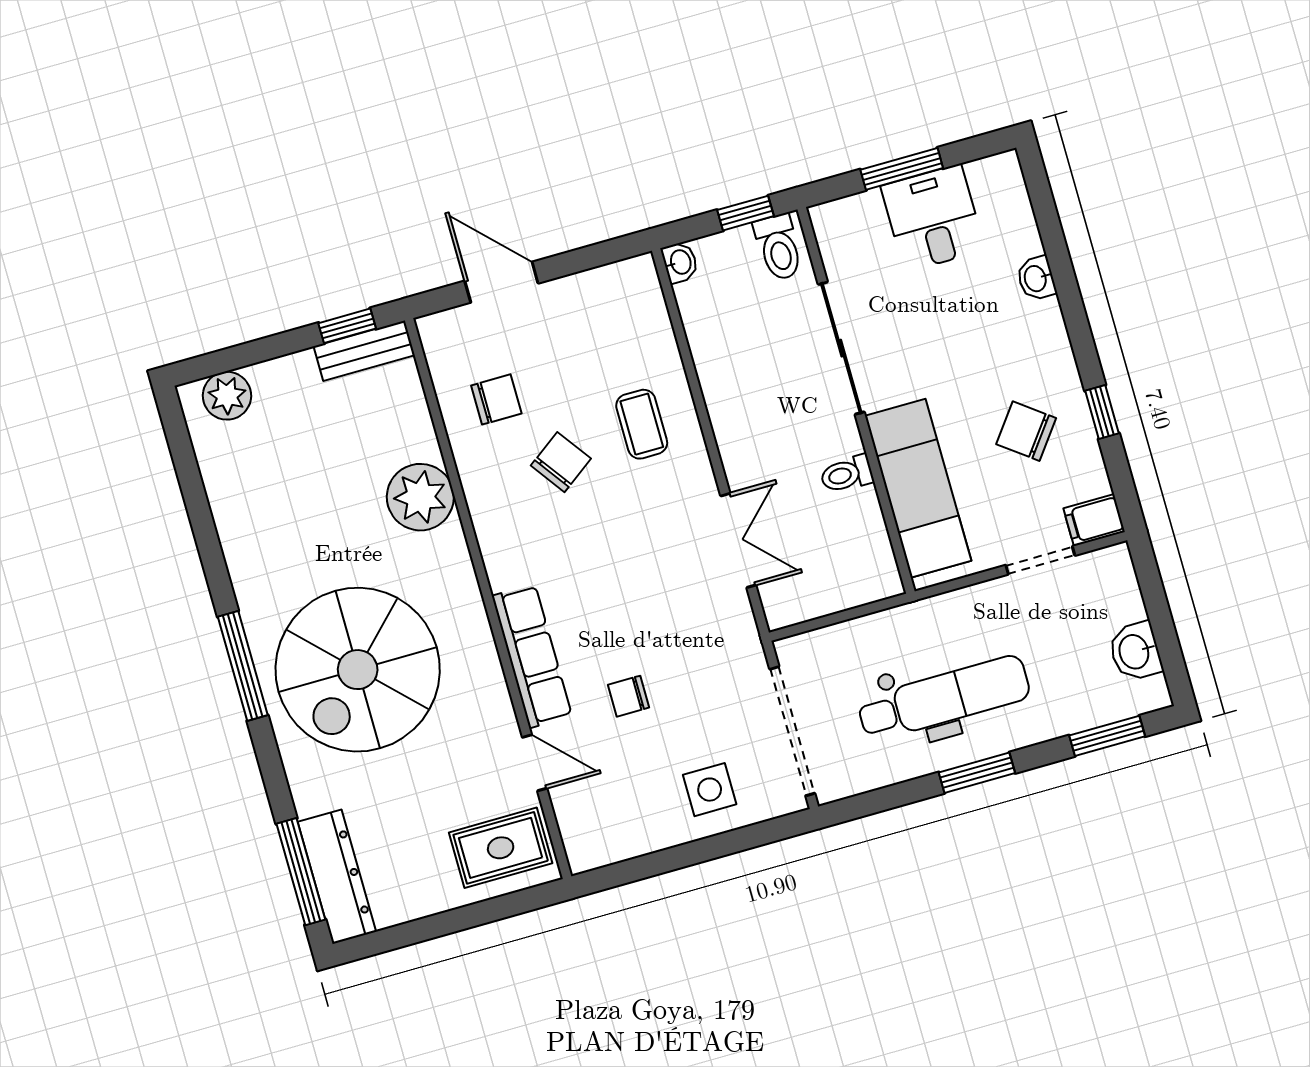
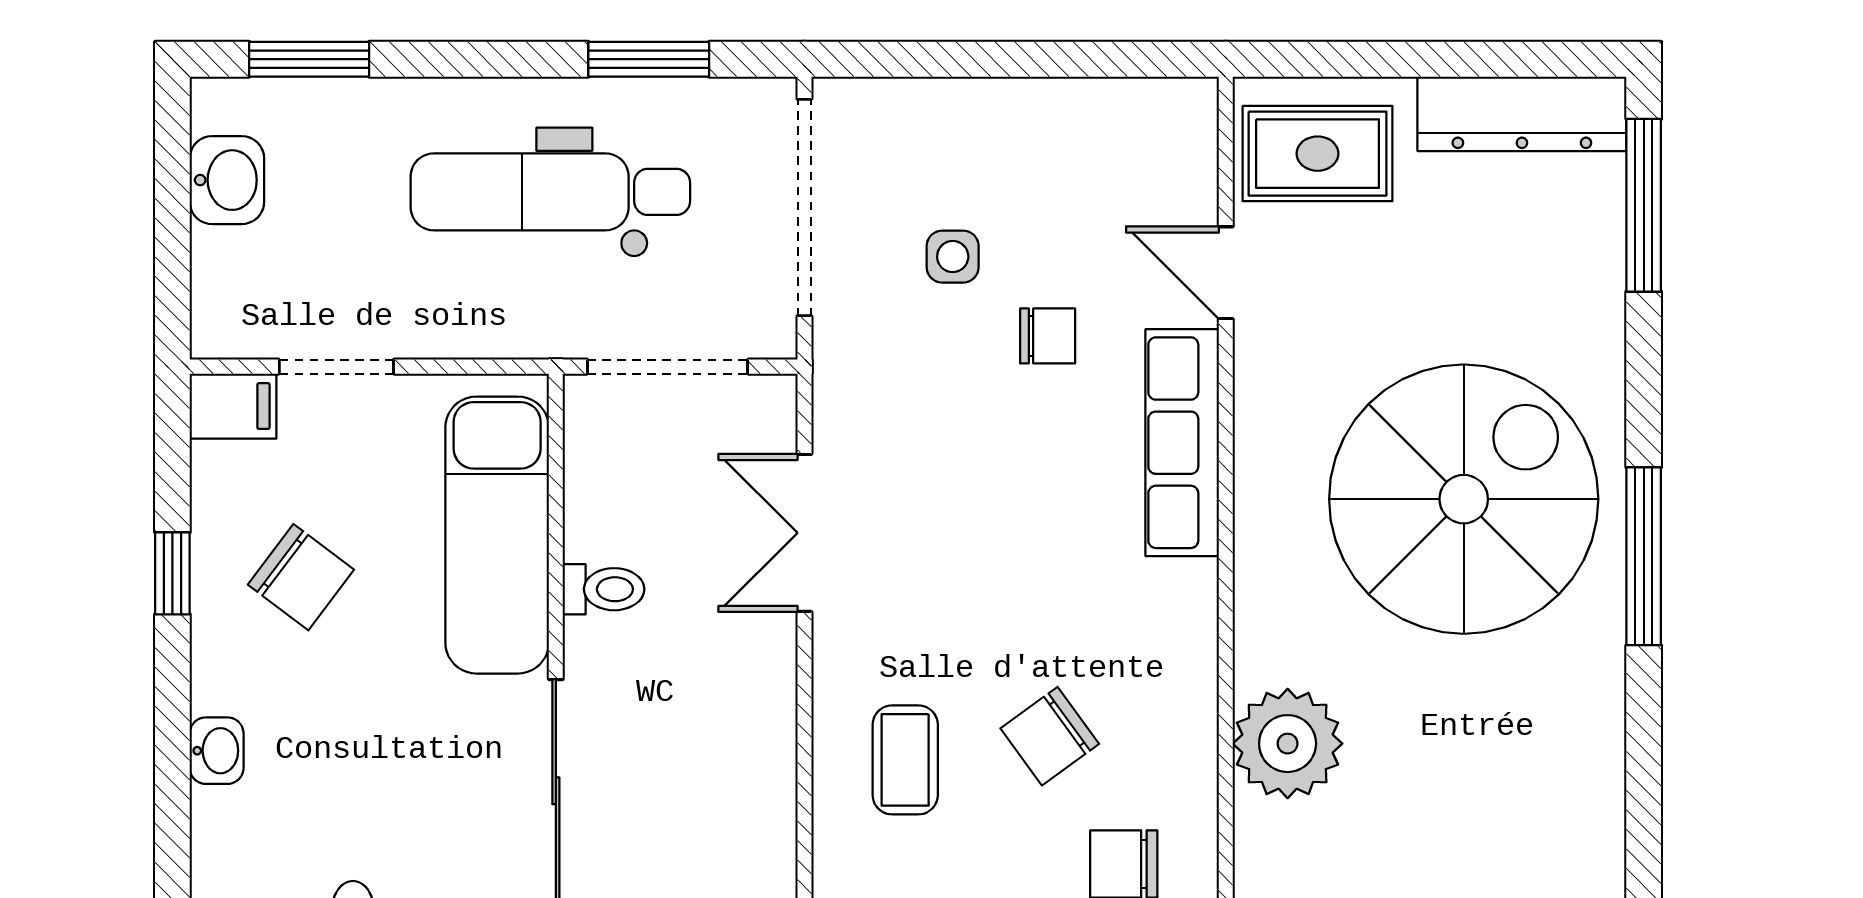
washbasin: (1036, 278) -> (217, 751), moved
doorway: (846, 615) -> (668, 367), added
window: (977, 773) -> (649, 59), moved
side table: (710, 790) -> (953, 257), moved, width x0.73, depth x0.73
dresser: (337, 877) -> (1522, 114), moved, turned -90

